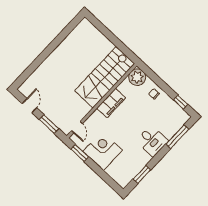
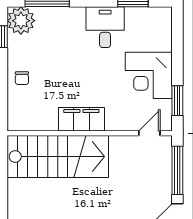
plant: (137, 77) -> (21, 21), moved
window: (49, 124) -> (177, 170), width x1.44
desk: (152, 141) -> (105, 27), moved

